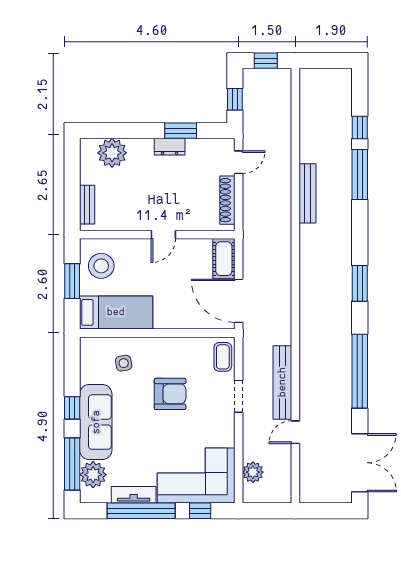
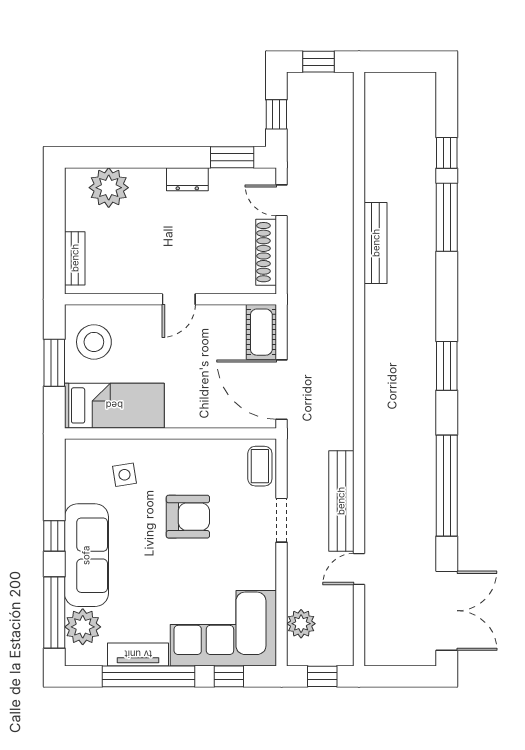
window: (181, 131) -> (232, 157), moved
door: (239, 162) -> (282, 200), swing flipped
window: (269, 511) -> (322, 676), added

